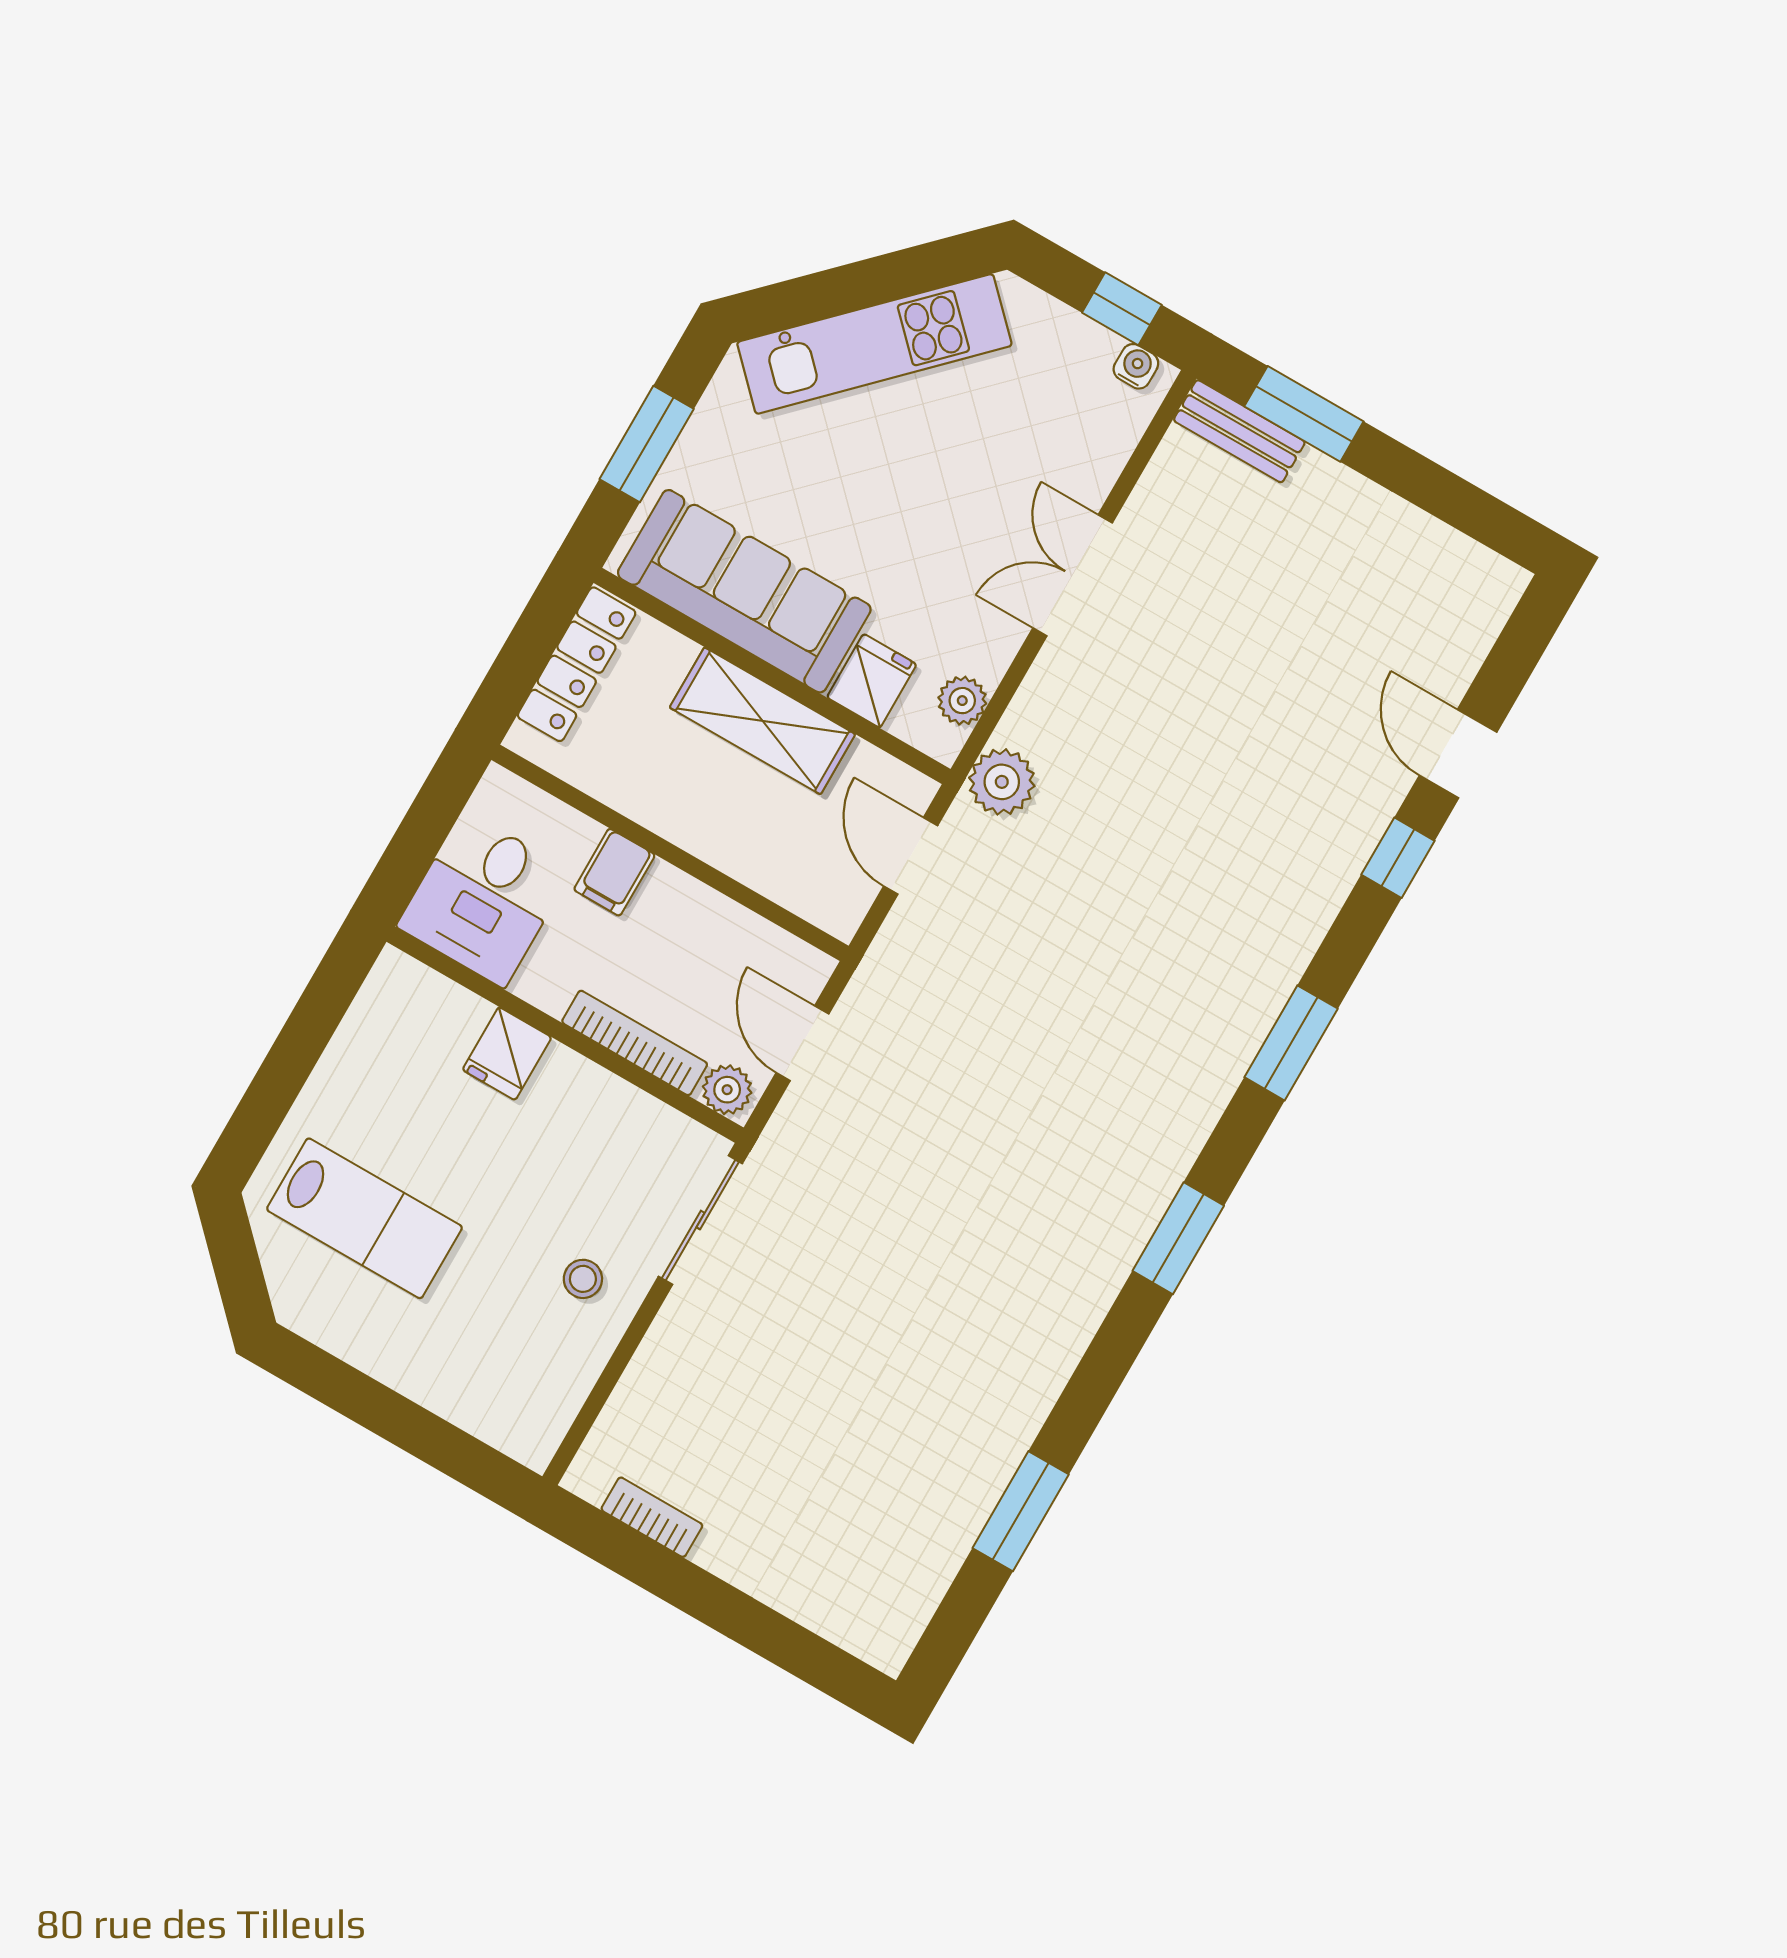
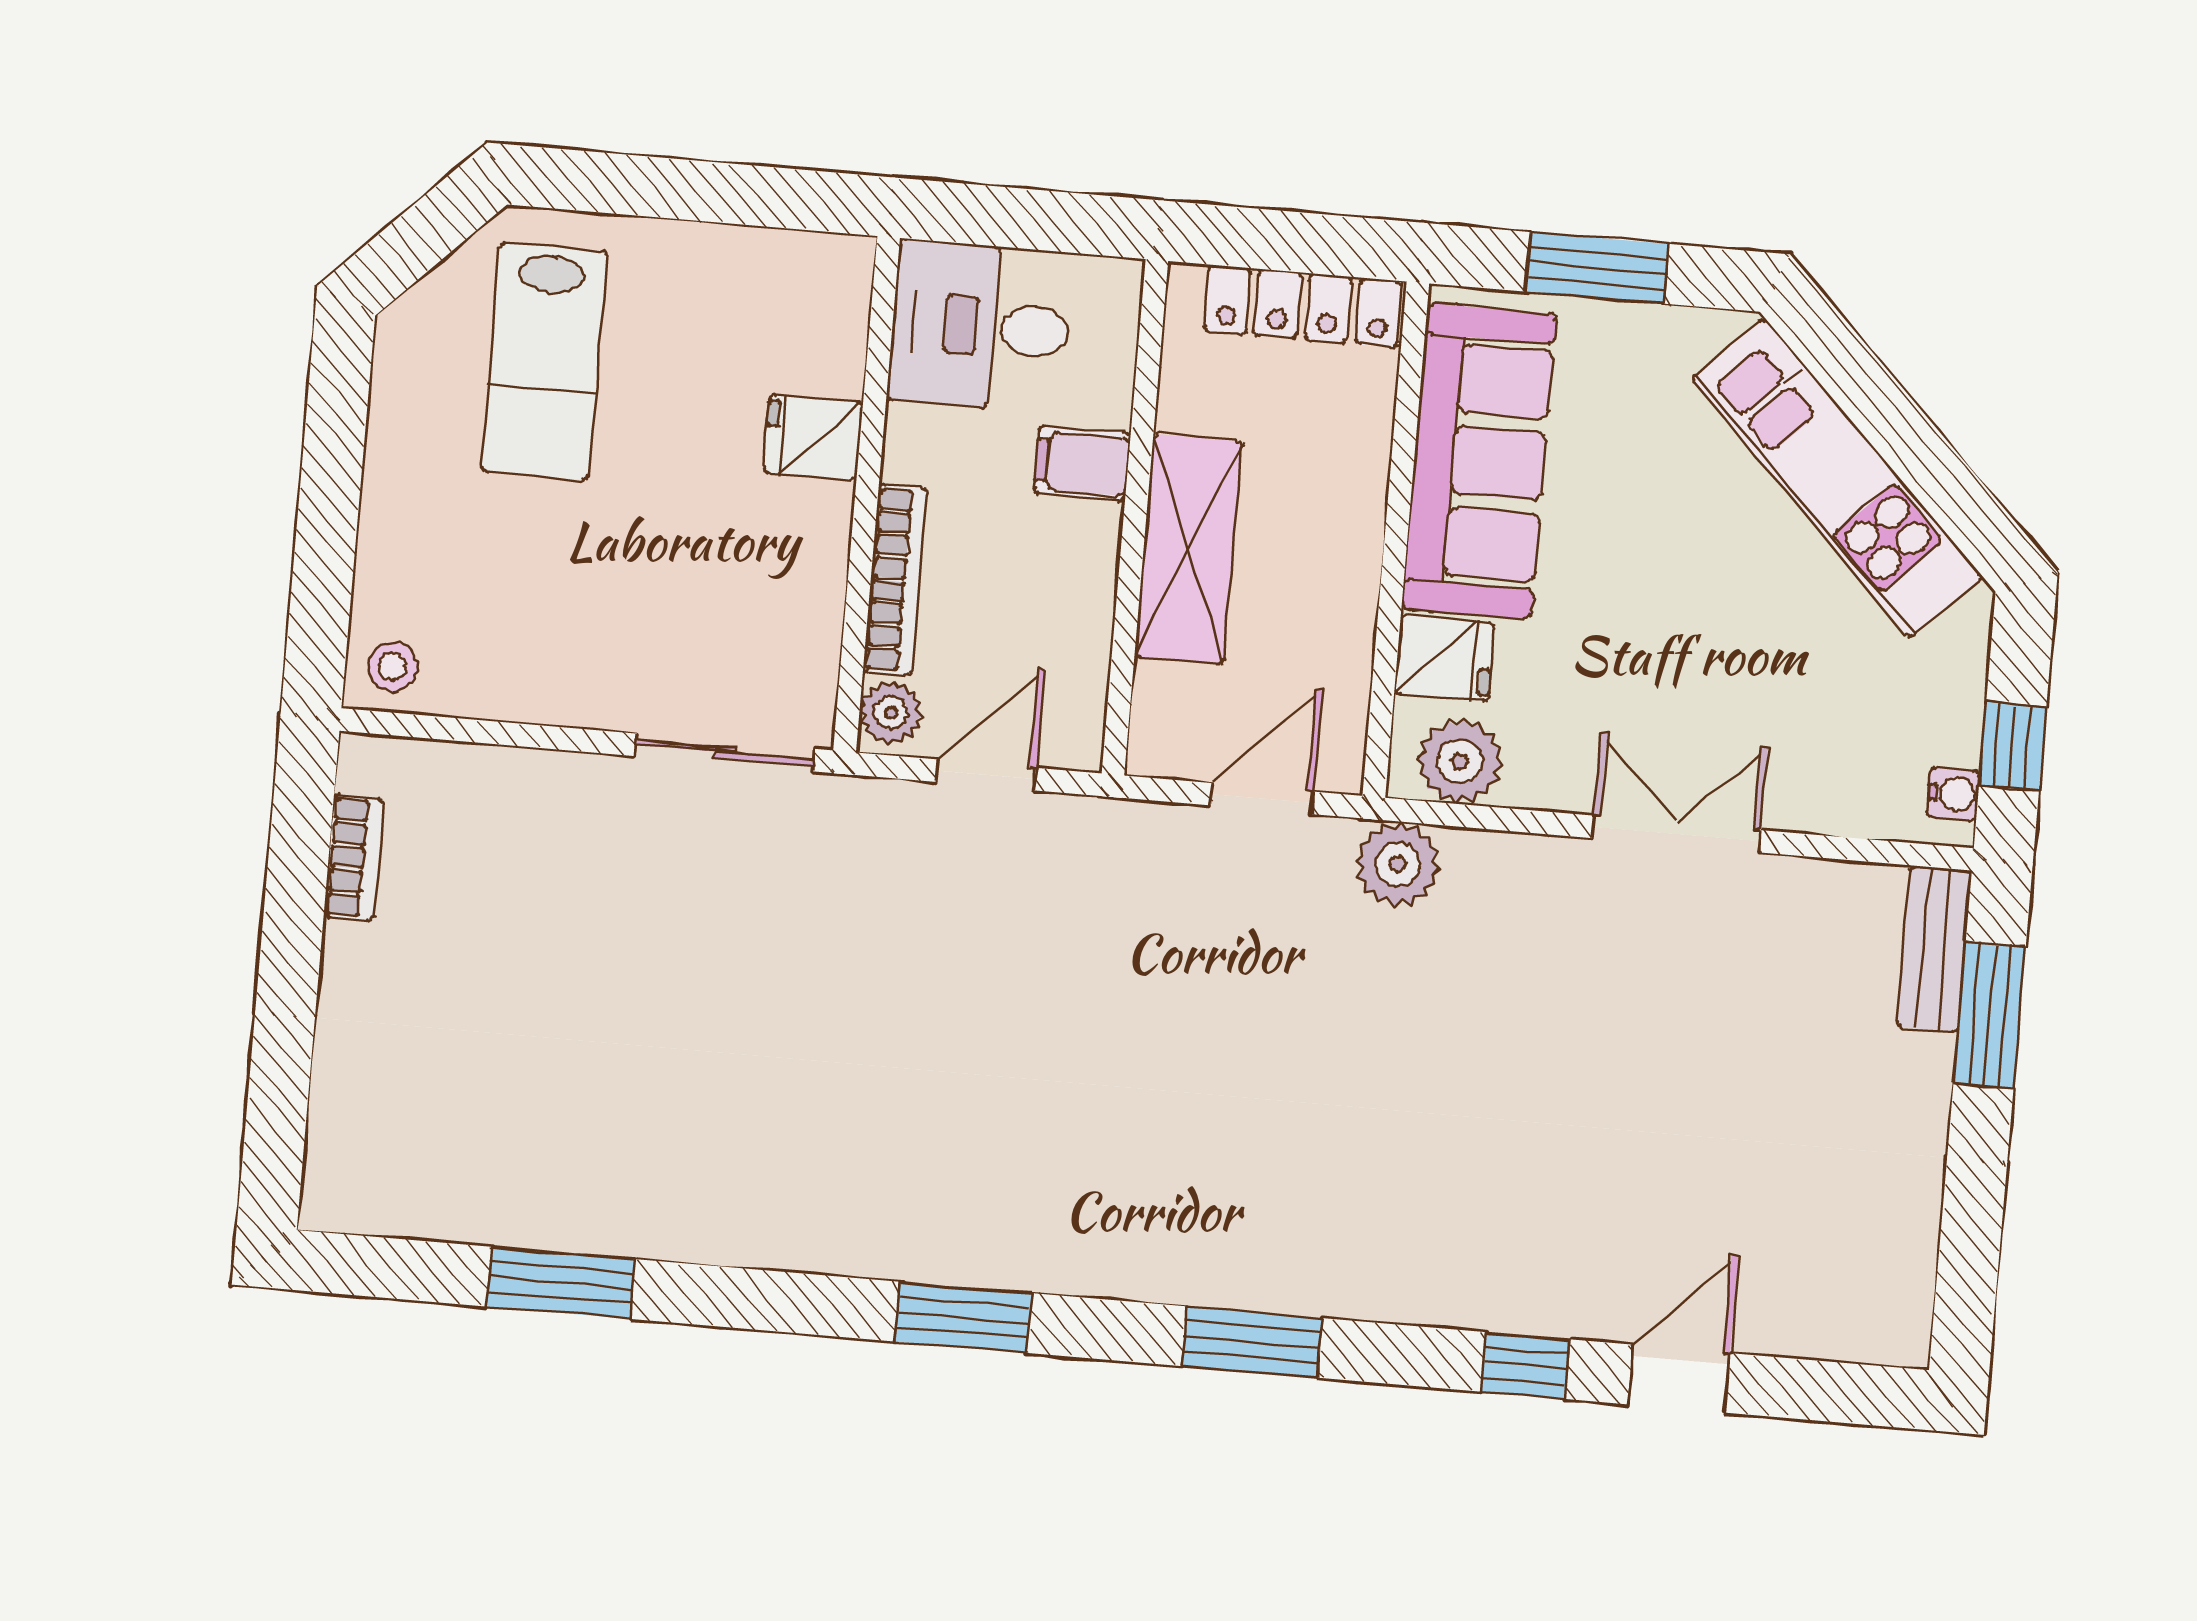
plant: (962, 701) -> (1460, 761), width x1.38, depth x1.38
shelving: (762, 721) -> (1188, 549), moved
stool: (583, 1279) -> (393, 667), moved

